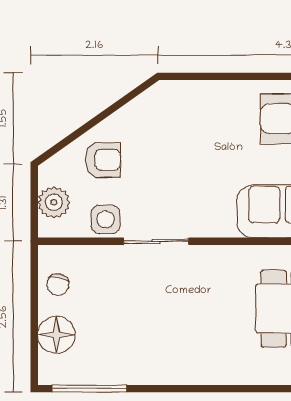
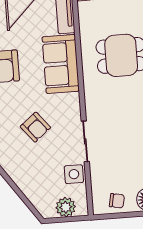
armchair: (103, 160) -> (35, 127), moved, turned 141

